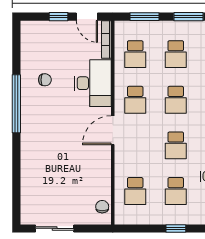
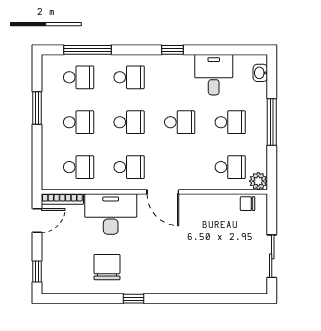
window: (58, 17) -> (37, 271), moved
window: (145, 17) -> (37, 157), removed
chair: (45, 80) -> (107, 267), width x1.87, depth x1.87
window: (16, 104) -> (133, 299), width x0.32
plant: (123, 216) -> (258, 181), added
window: (176, 228) -> (272, 122), width x2.17

